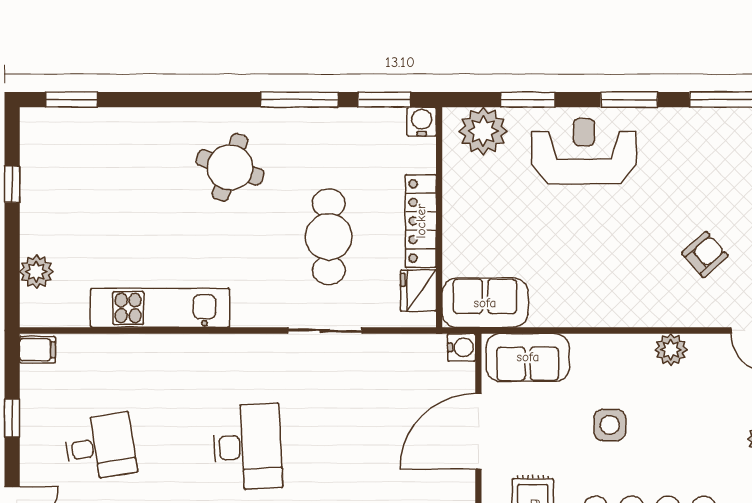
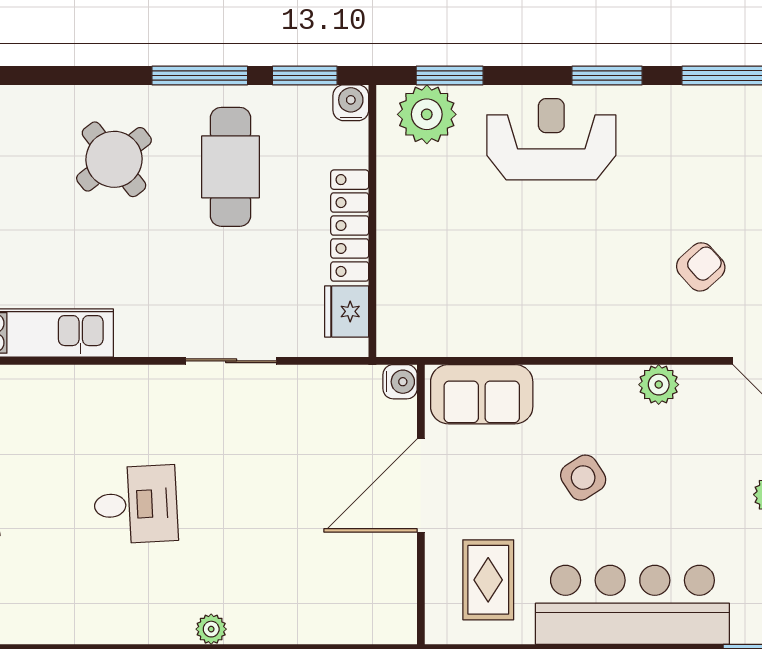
window: (528, 100) -> (450, 76), moved
round table: (230, 167) -> (114, 159), turned 33
cafe table: (329, 237) -> (231, 167), moved
sofa: (485, 303) -> (429, 326), removed
side table: (610, 425) -> (583, 478), turned -33
desk: (248, 447) -> (136, 504), width x0.73

